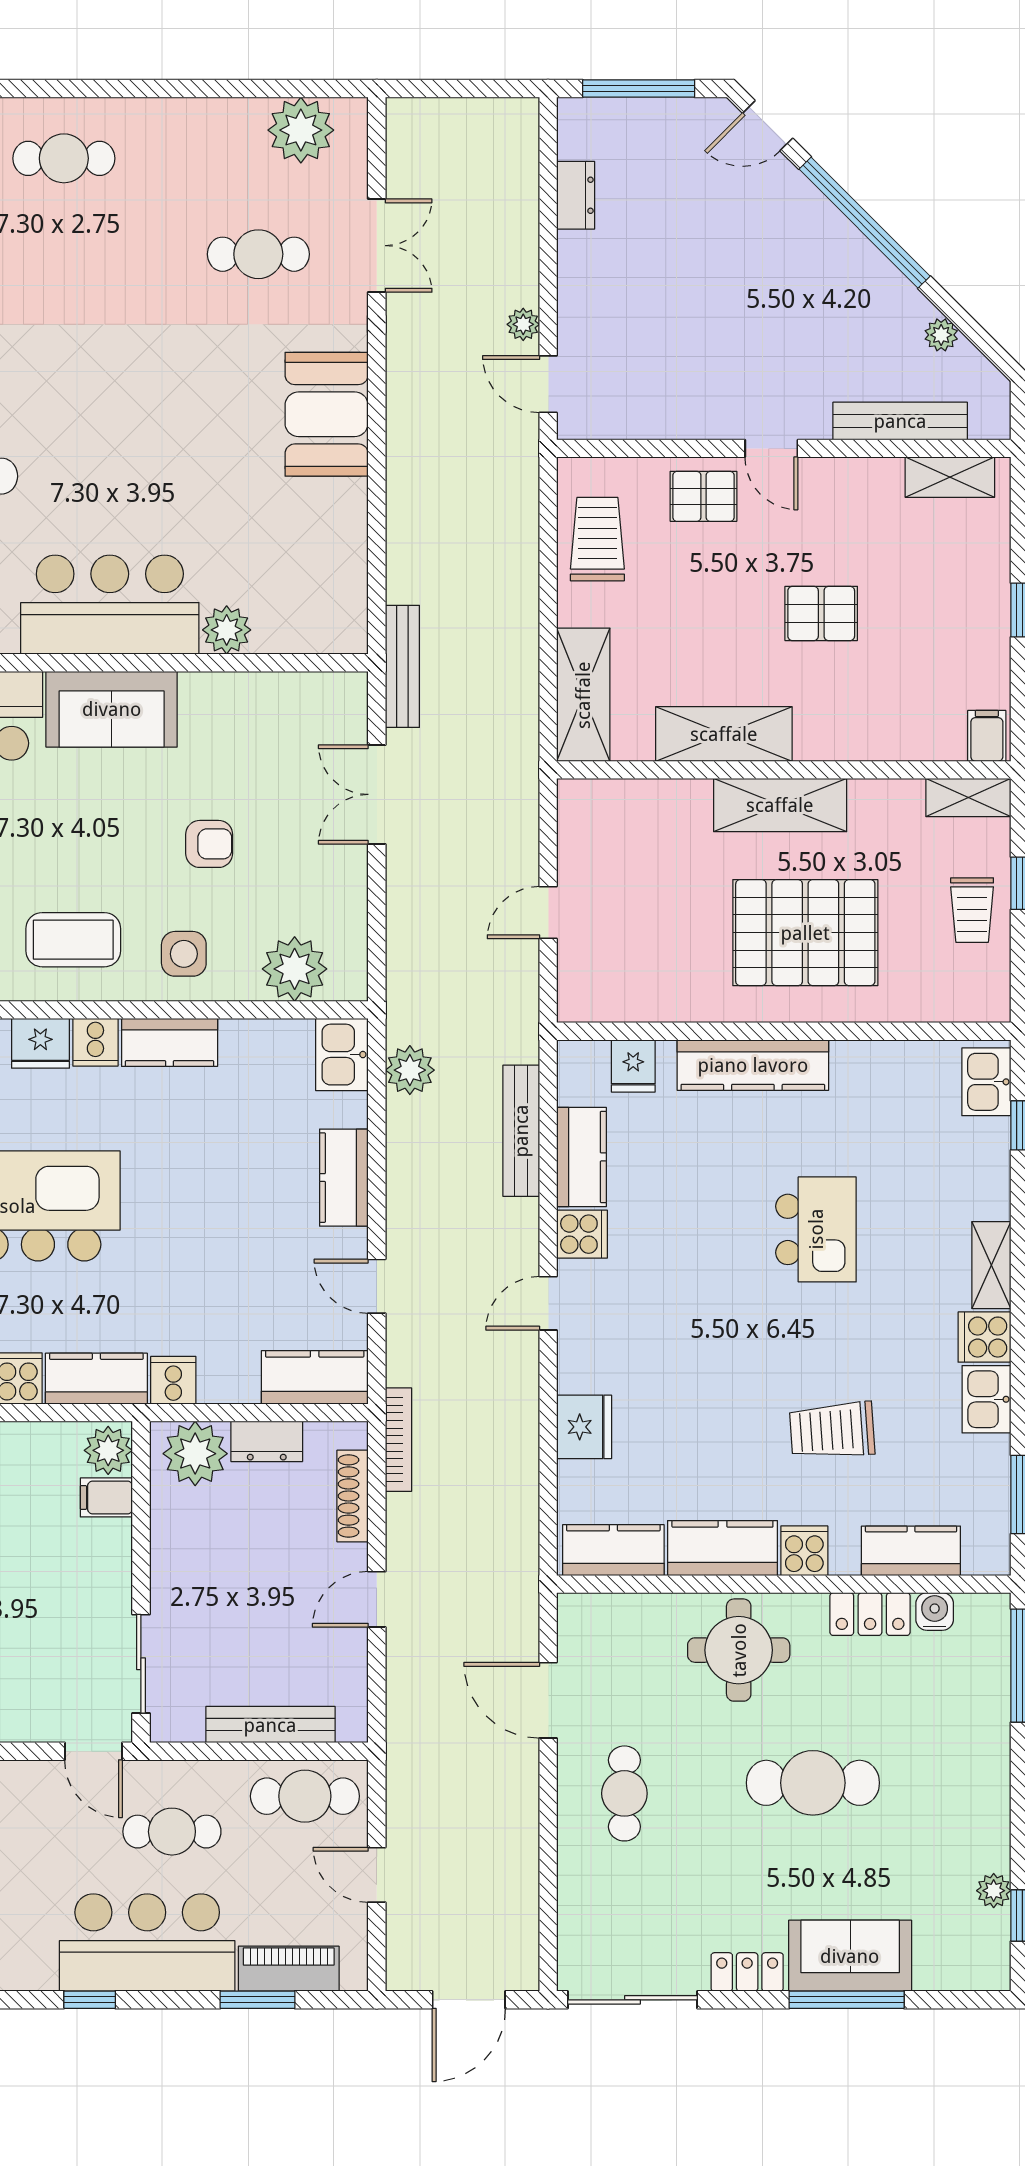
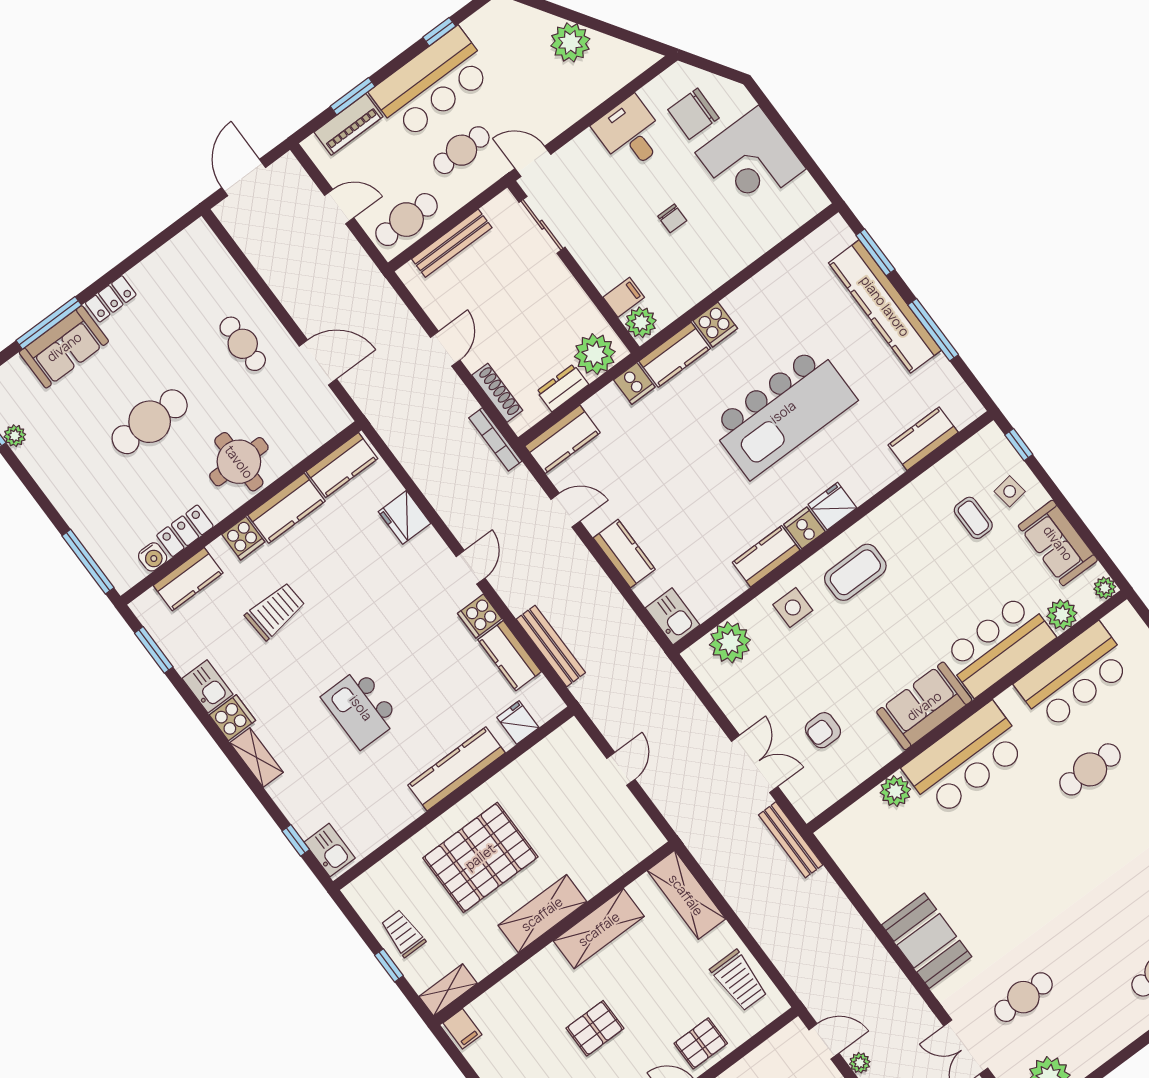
armchair: (209, 844) -> (823, 730), moved
plant: (410, 1070) -> (632, 634), removed
sliding door: (633, 2000) -> (159, 240), removed

